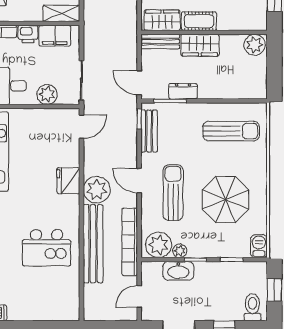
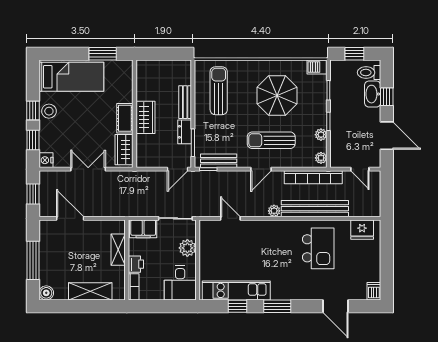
shelving: (61, 13) -> (118, 250), moved
filing cabinet: (55, 36) -> (143, 229), moved, turned 90
bench: (160, 42) -> (185, 102), moved
plant: (255, 45) -> (145, 71), removed
door: (82, 127) -> (230, 218), moved
fridge: (68, 181) -> (362, 230), moved
plant: (97, 190) -> (274, 211), width x0.53, depth x0.53
plant: (158, 245) -> (321, 158), width x0.53, depth x0.53
washbasin: (178, 271) -> (373, 94), moved, turned 180

